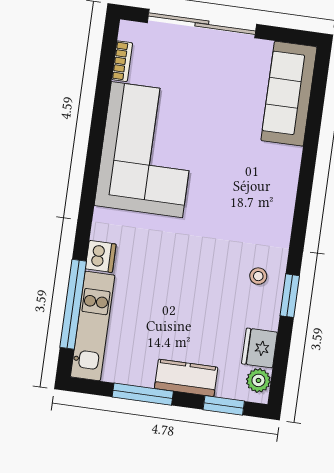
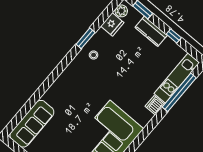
window: (143, 394) -> (174, 36), width x0.46

